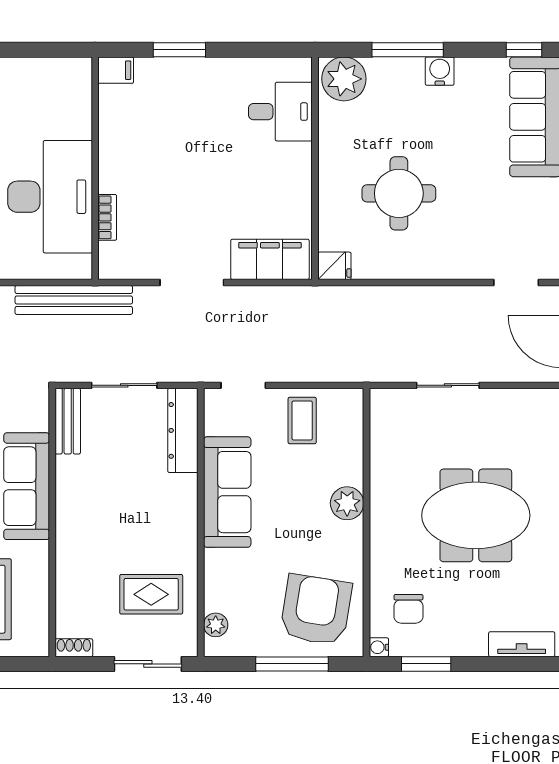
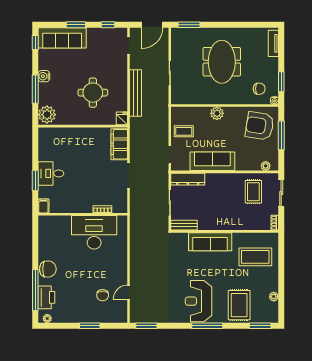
desk: (280, 112) -> (51, 173), moved, turned -90
bench: (74, 300) -> (135, 93), moved

